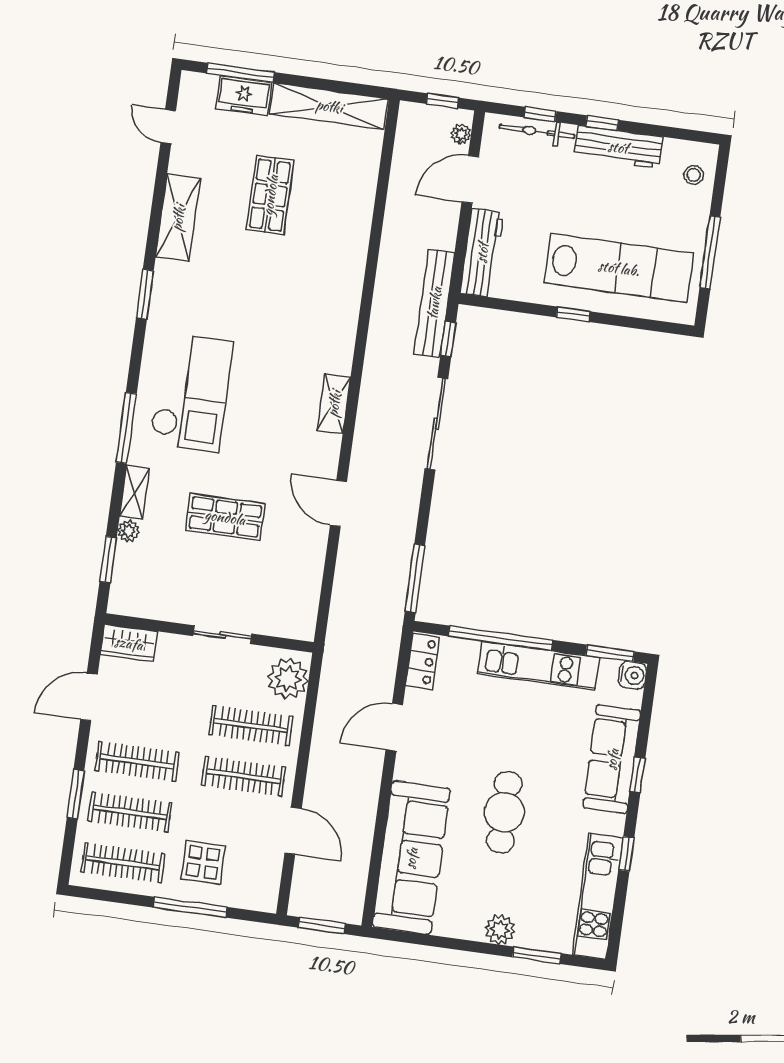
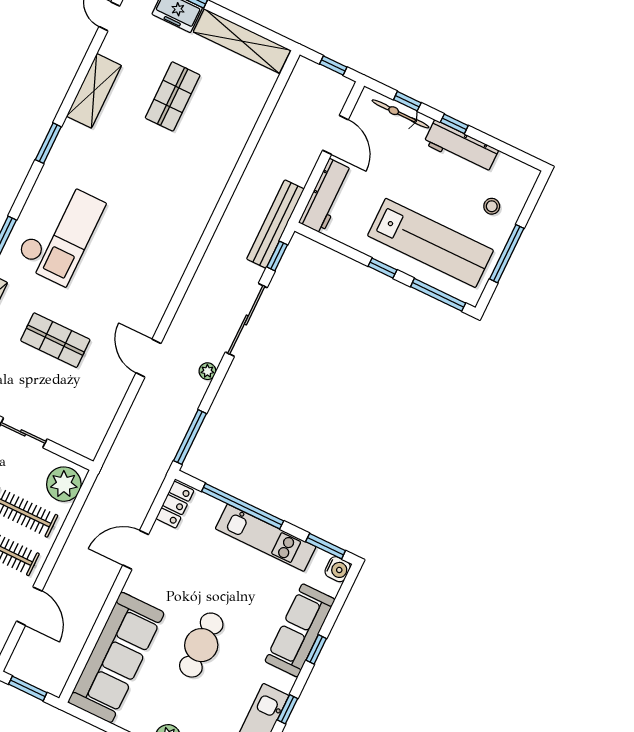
plant: (461, 134) -> (207, 371), moved
stool: (694, 175) -> (492, 206), moved
door: (470, 179) -> (335, 135), swing flipped
window: (646, 325) -> (438, 295), added
shelving: (334, 404) -> (170, 278), removed

